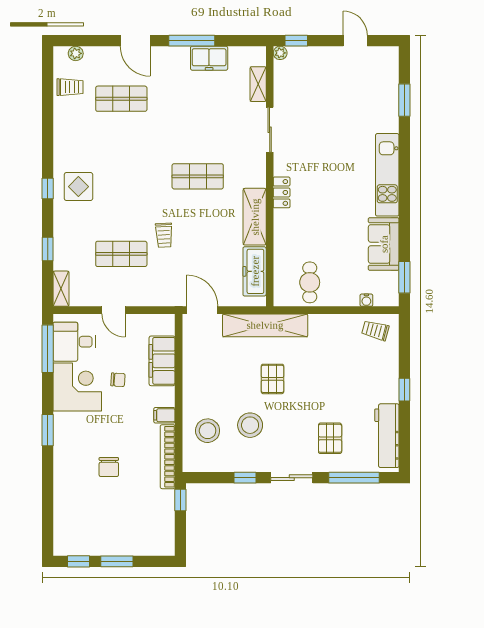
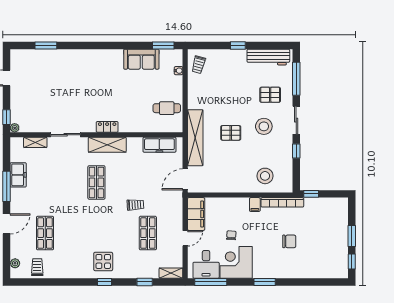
kitchen unit: (387, 175) -> (95, 57), removed
shelving: (255, 217) -> (107, 145), moved
filing cabinet: (162, 361) -> (196, 214), moved, turned -90
stool: (250, 425) -> (264, 126), moved

